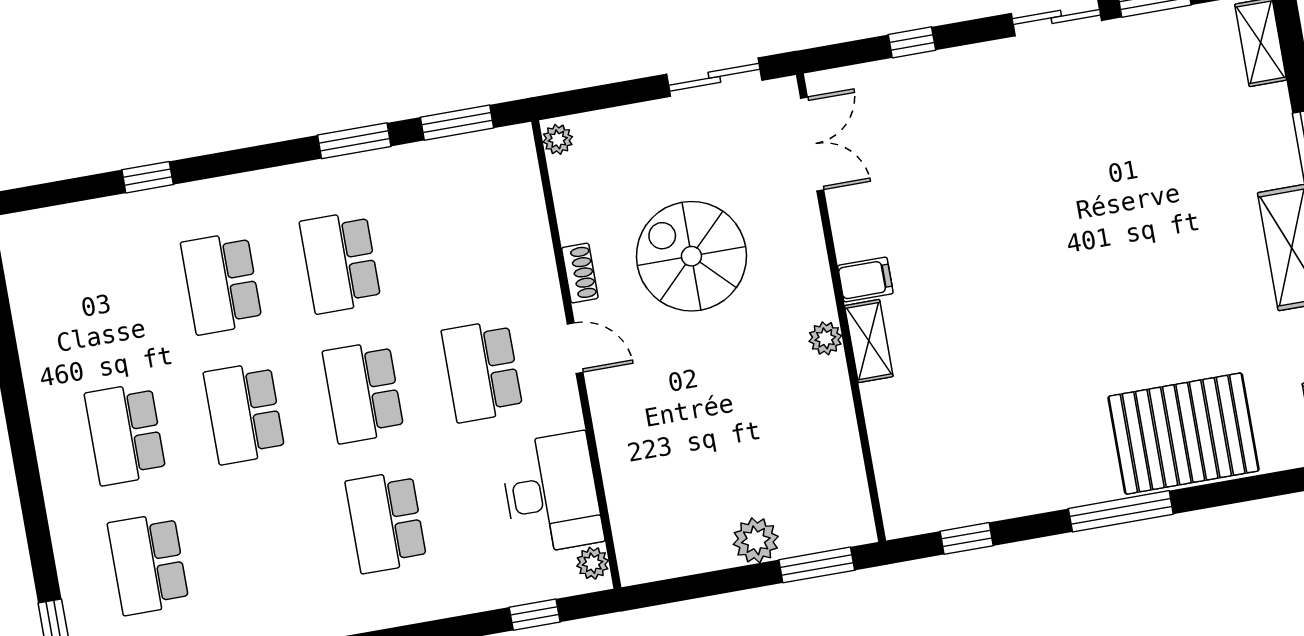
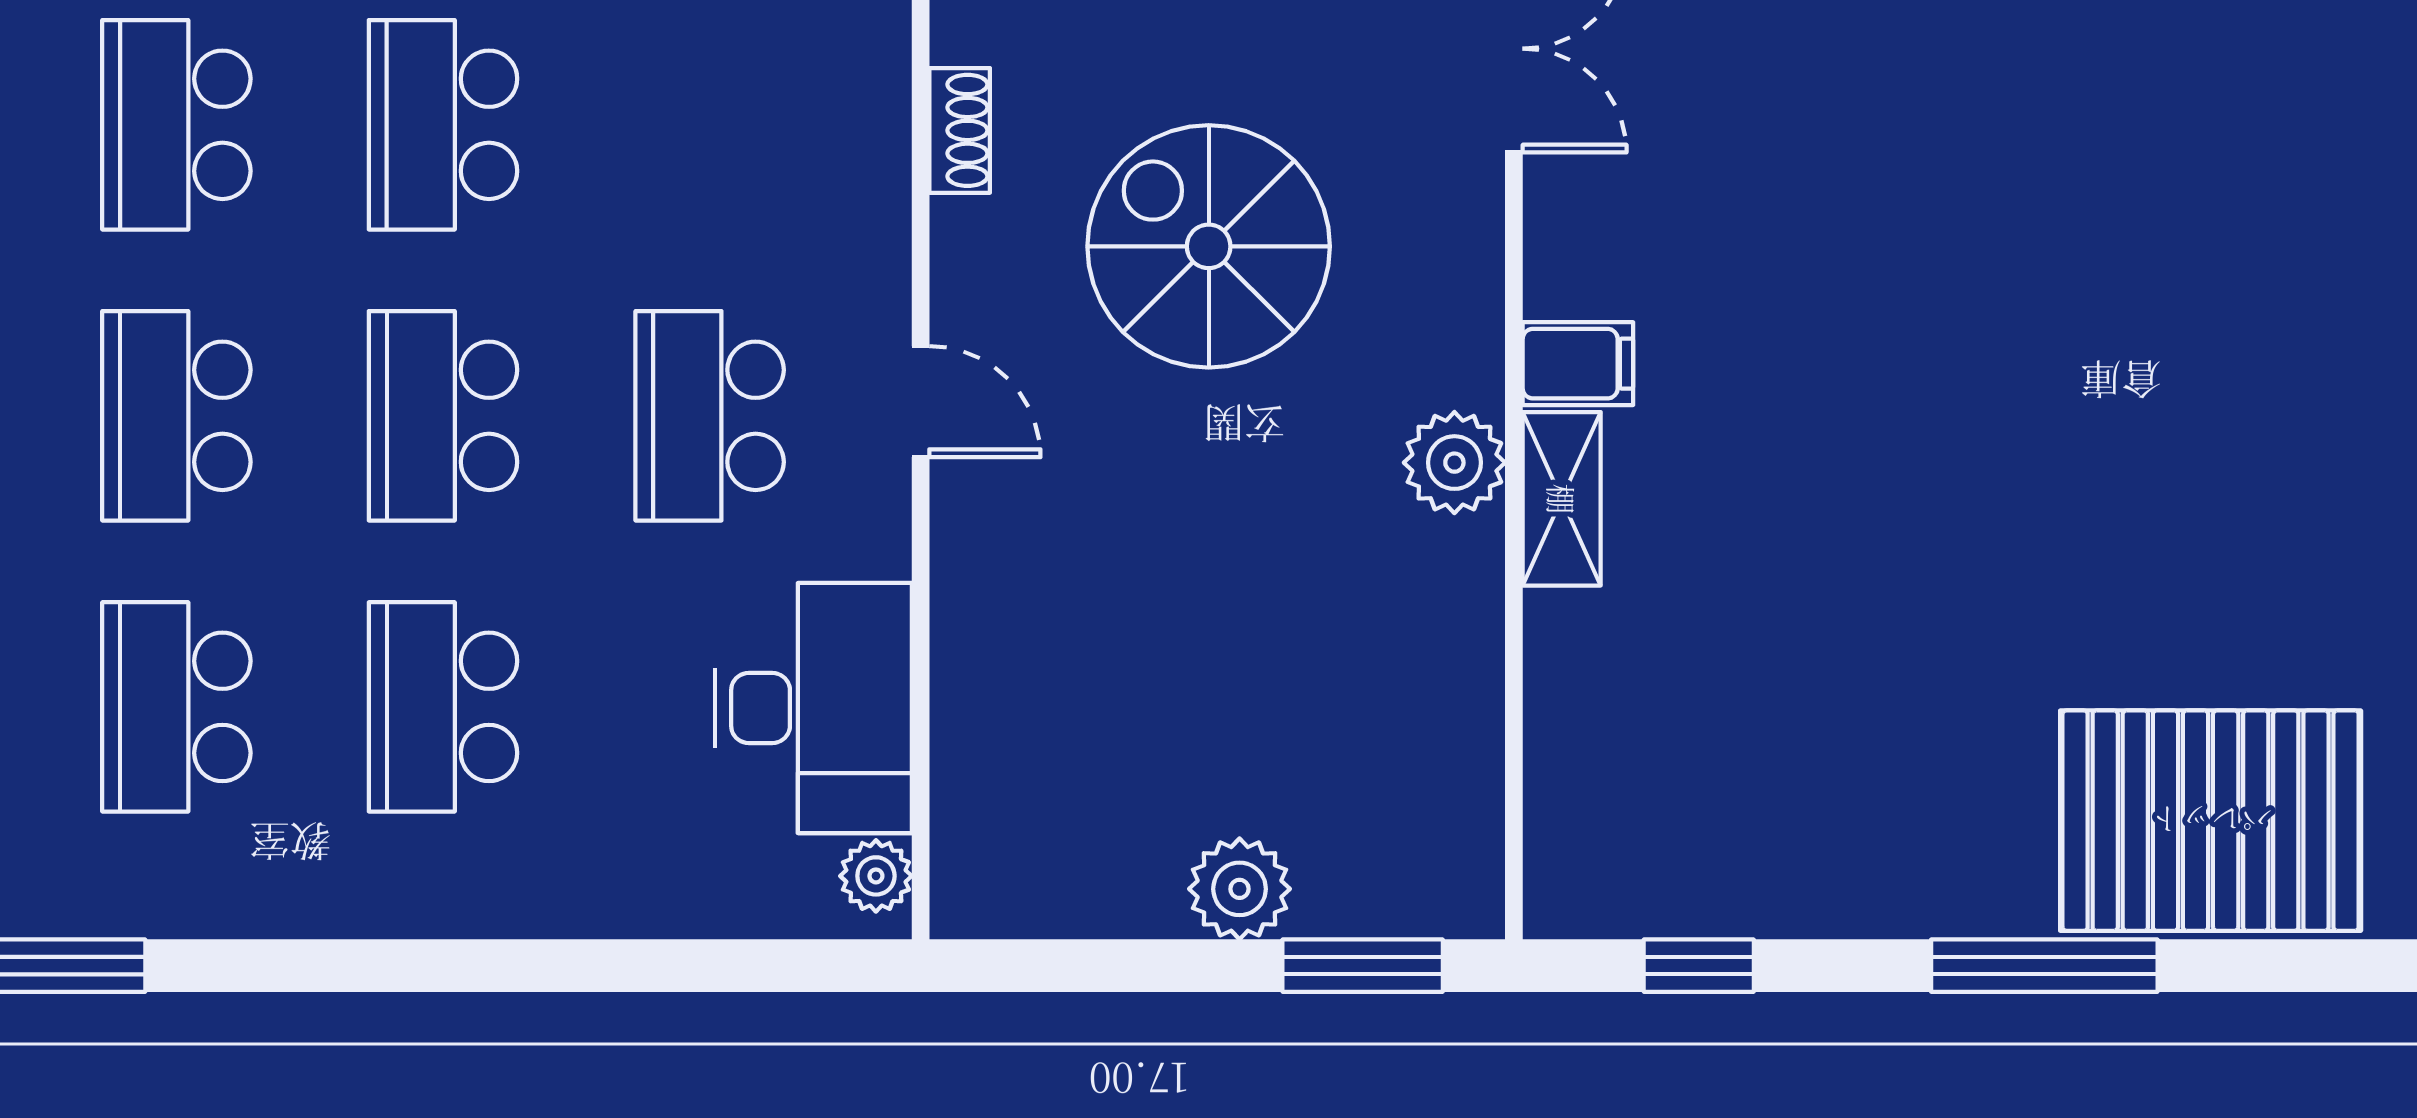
shoe rack: (580, 273) -> (960, 130), moved
plant: (825, 338) -> (1454, 463), width x1.38, depth x1.38
school desk: (267, 543) -> (176, 707), added
window: (535, 615) -> (730, 966), removed

